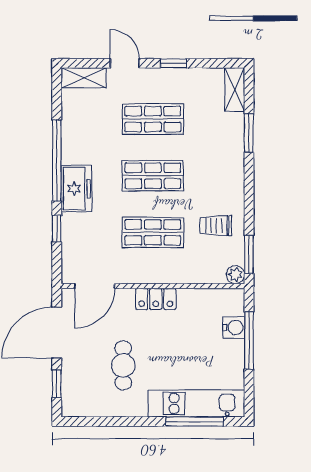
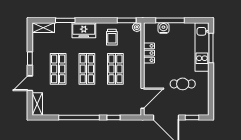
freezer: (76, 189) -> (84, 30), moved, turned 180
door: (95, 286) -> (143, 98), hinge flipped
locker: (156, 299) -> (149, 53), moved

